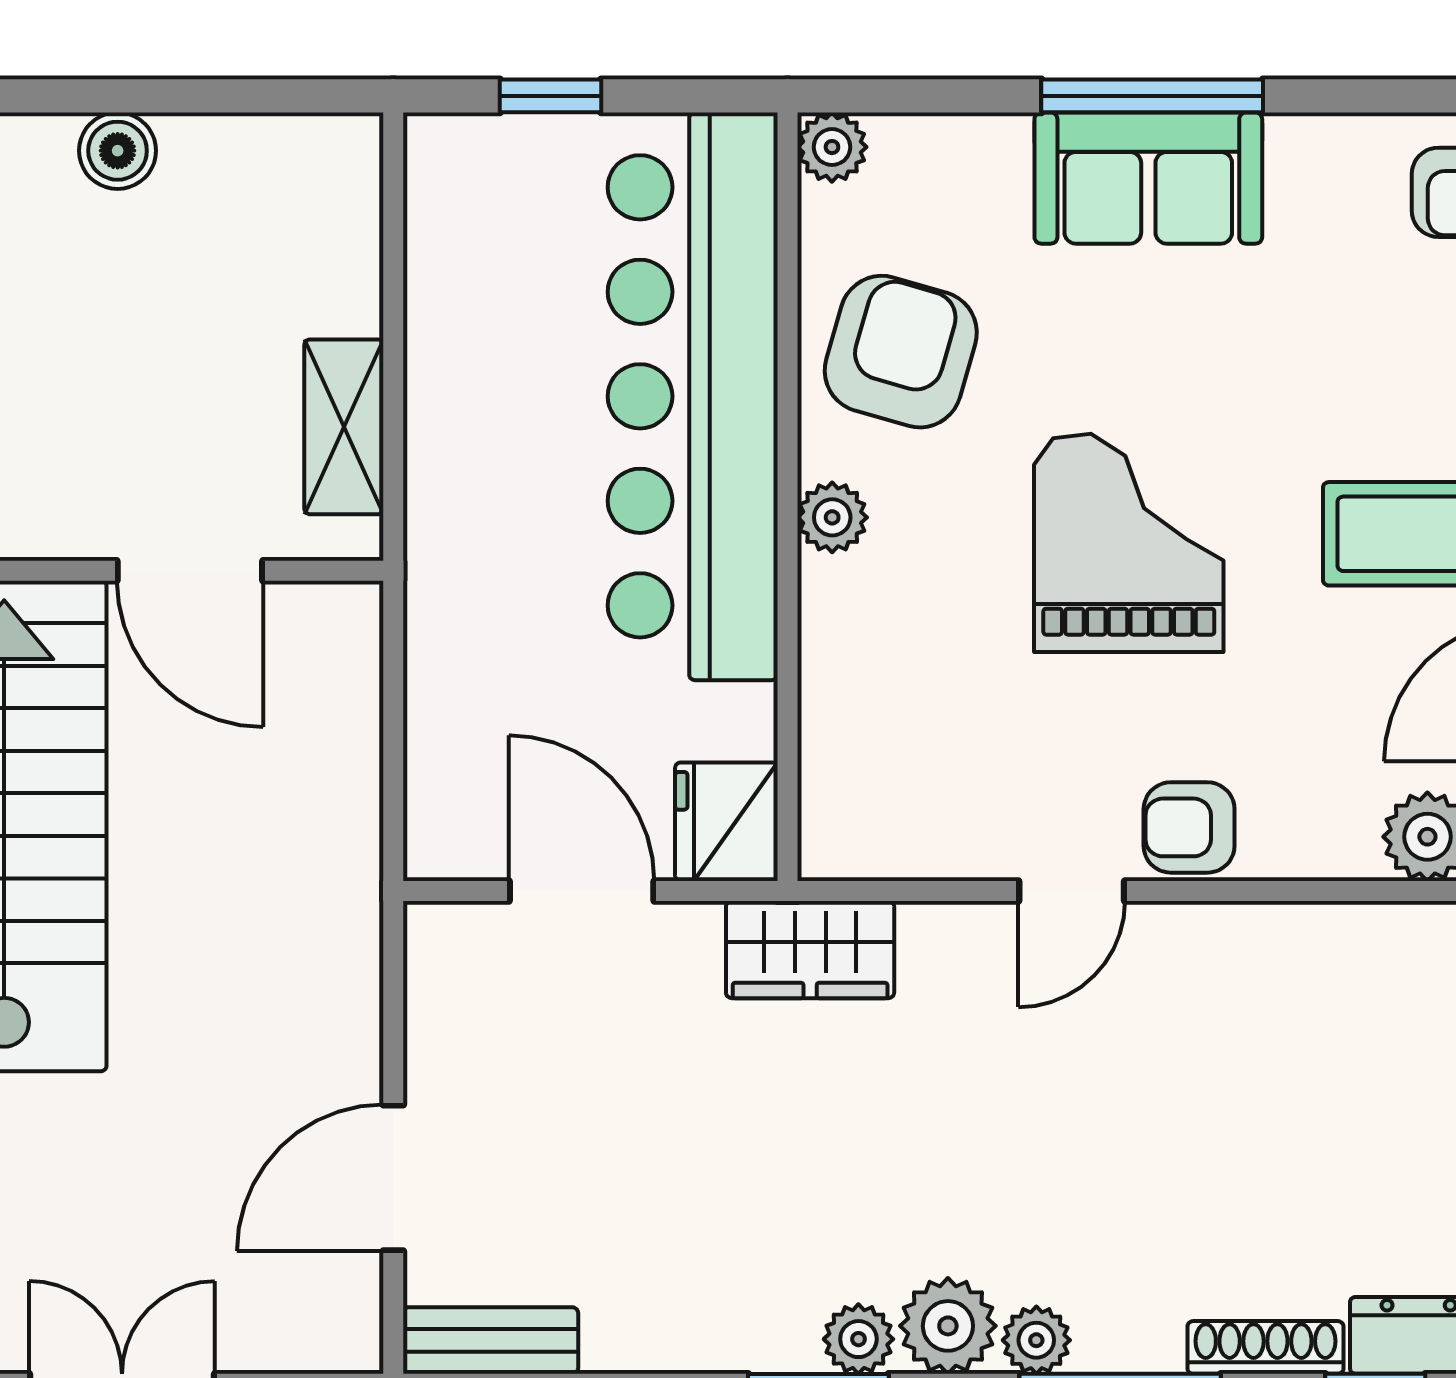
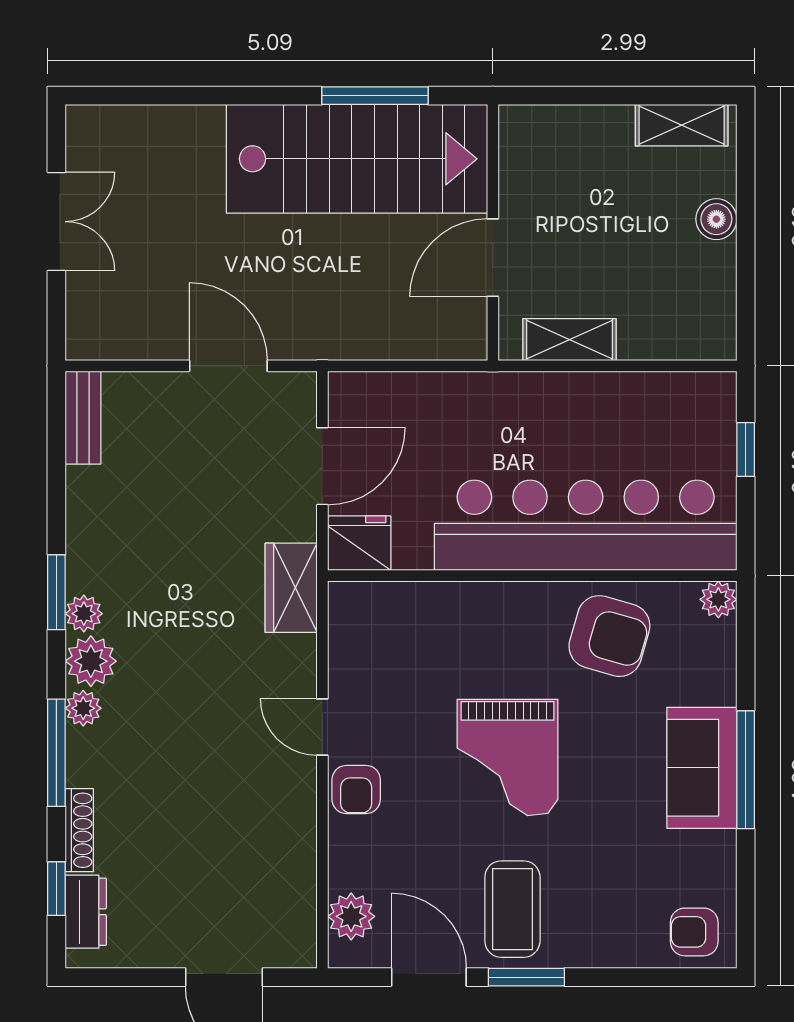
plant: (832, 517) -> (521, 600), removed
grand piano: (1129, 543) -> (508, 757), turned 90
armchair: (1189, 827) -> (356, 790), turned 180
door: (393, 1178) -> (228, 366), moved

